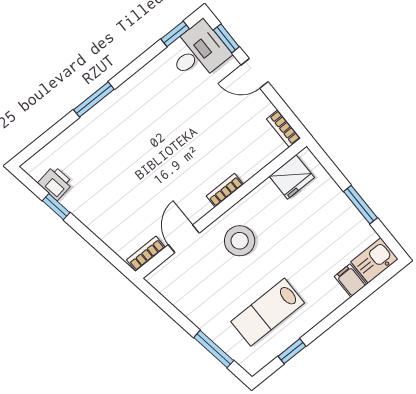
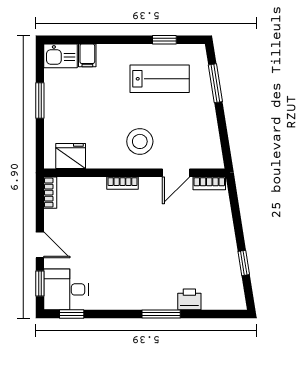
printer: (55, 183) -> (189, 299), moved, turned 99

